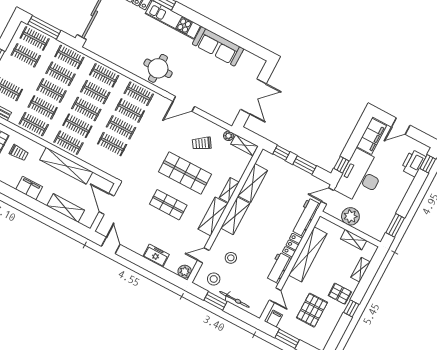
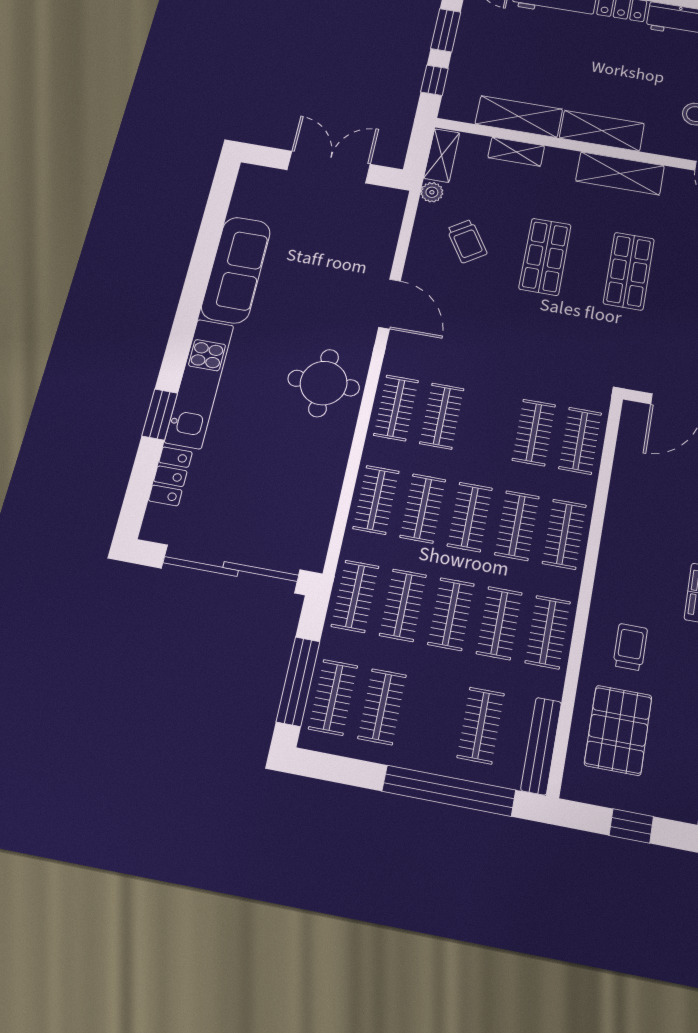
clothes rail: (121, 127) -> (580, 441), moved
shelving: (66, 166) -> (622, 522), removed
shop shelf: (185, 173) -> (545, 257), width x0.70, depth x0.74
shelving: (229, 190) -> (516, 152), moved

